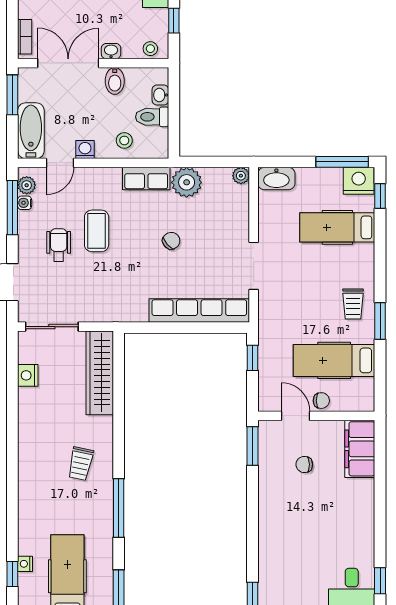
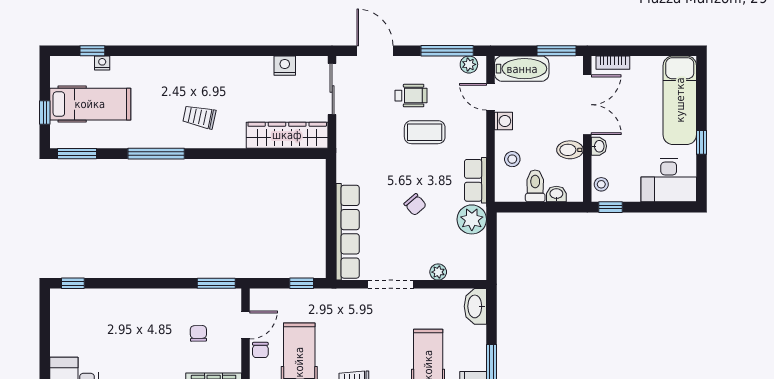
window: (174, 21) -> (611, 207), moved
plant: (241, 176) -> (438, 272), moved
water cooler: (25, 203) -> (452, 63), removed

